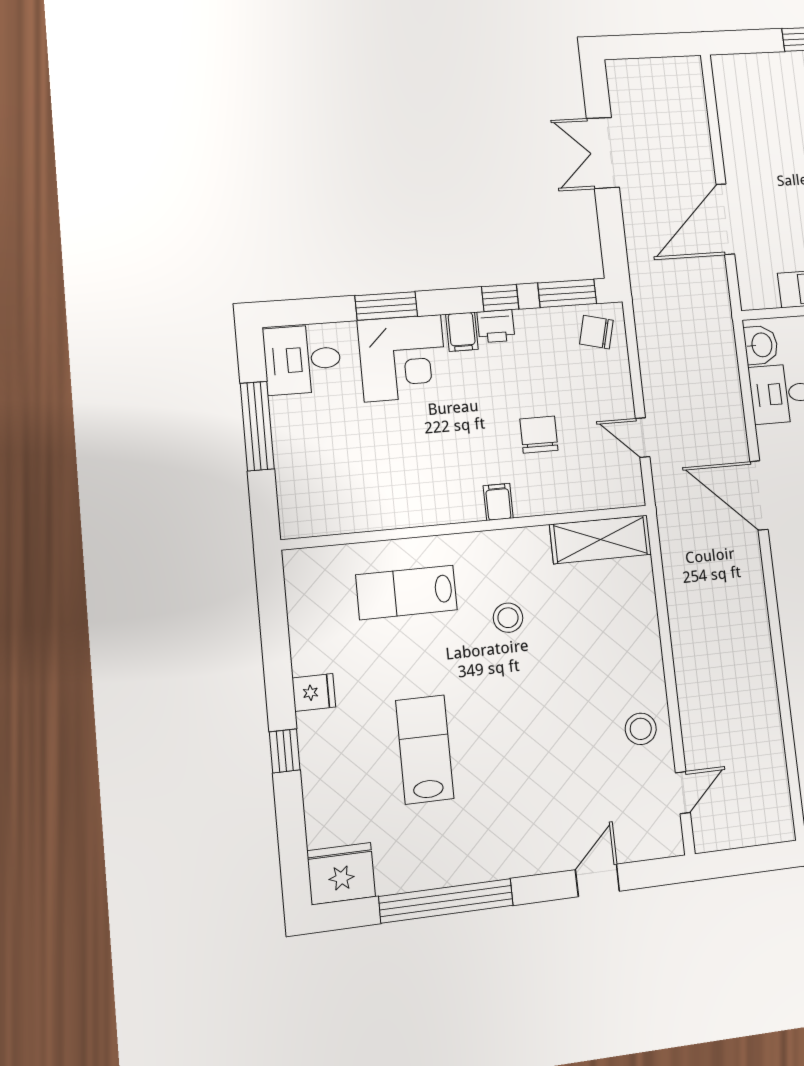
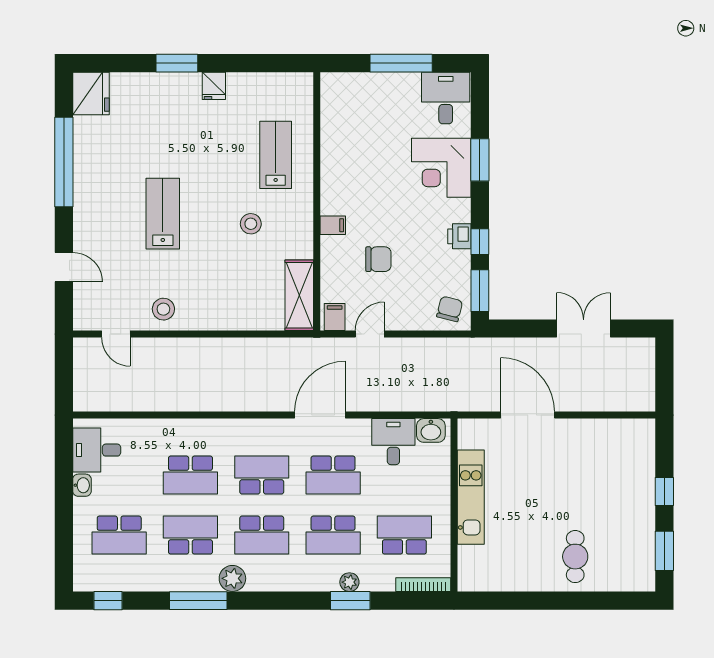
filing cabinet: (462, 332) -> (335, 317), moved, turned 90
lab bench: (425, 749) -> (163, 214), moved, turned -90
window: (285, 751) -> (177, 63), width x1.50

